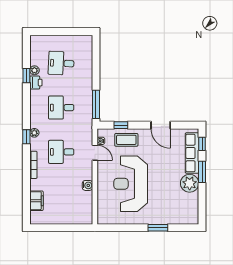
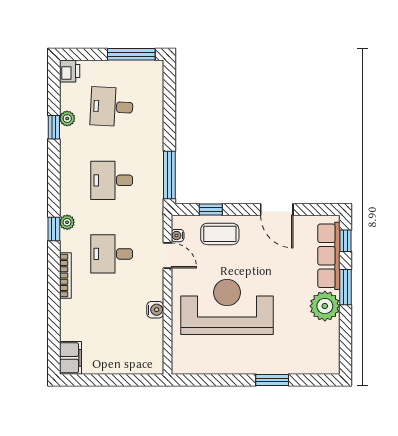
window: (73, 32) -> (131, 54), added
printer: (36, 83) -> (70, 71), moved
reception desk: (131, 184) -> (227, 307), turned 90
filing cabinet: (36, 201) -> (71, 358), moved

